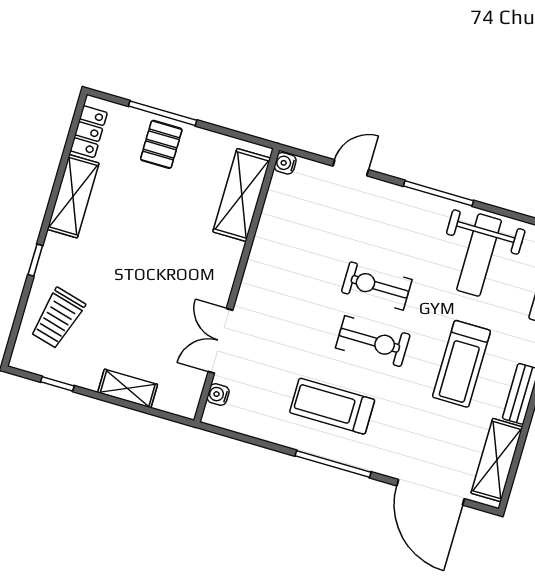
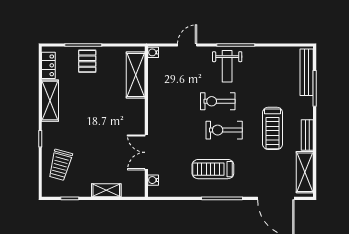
weight bench: (479, 255) -> (227, 66), moved, width x0.73, depth x0.75
exercise bike: (373, 341) -> (224, 130), turned 180

